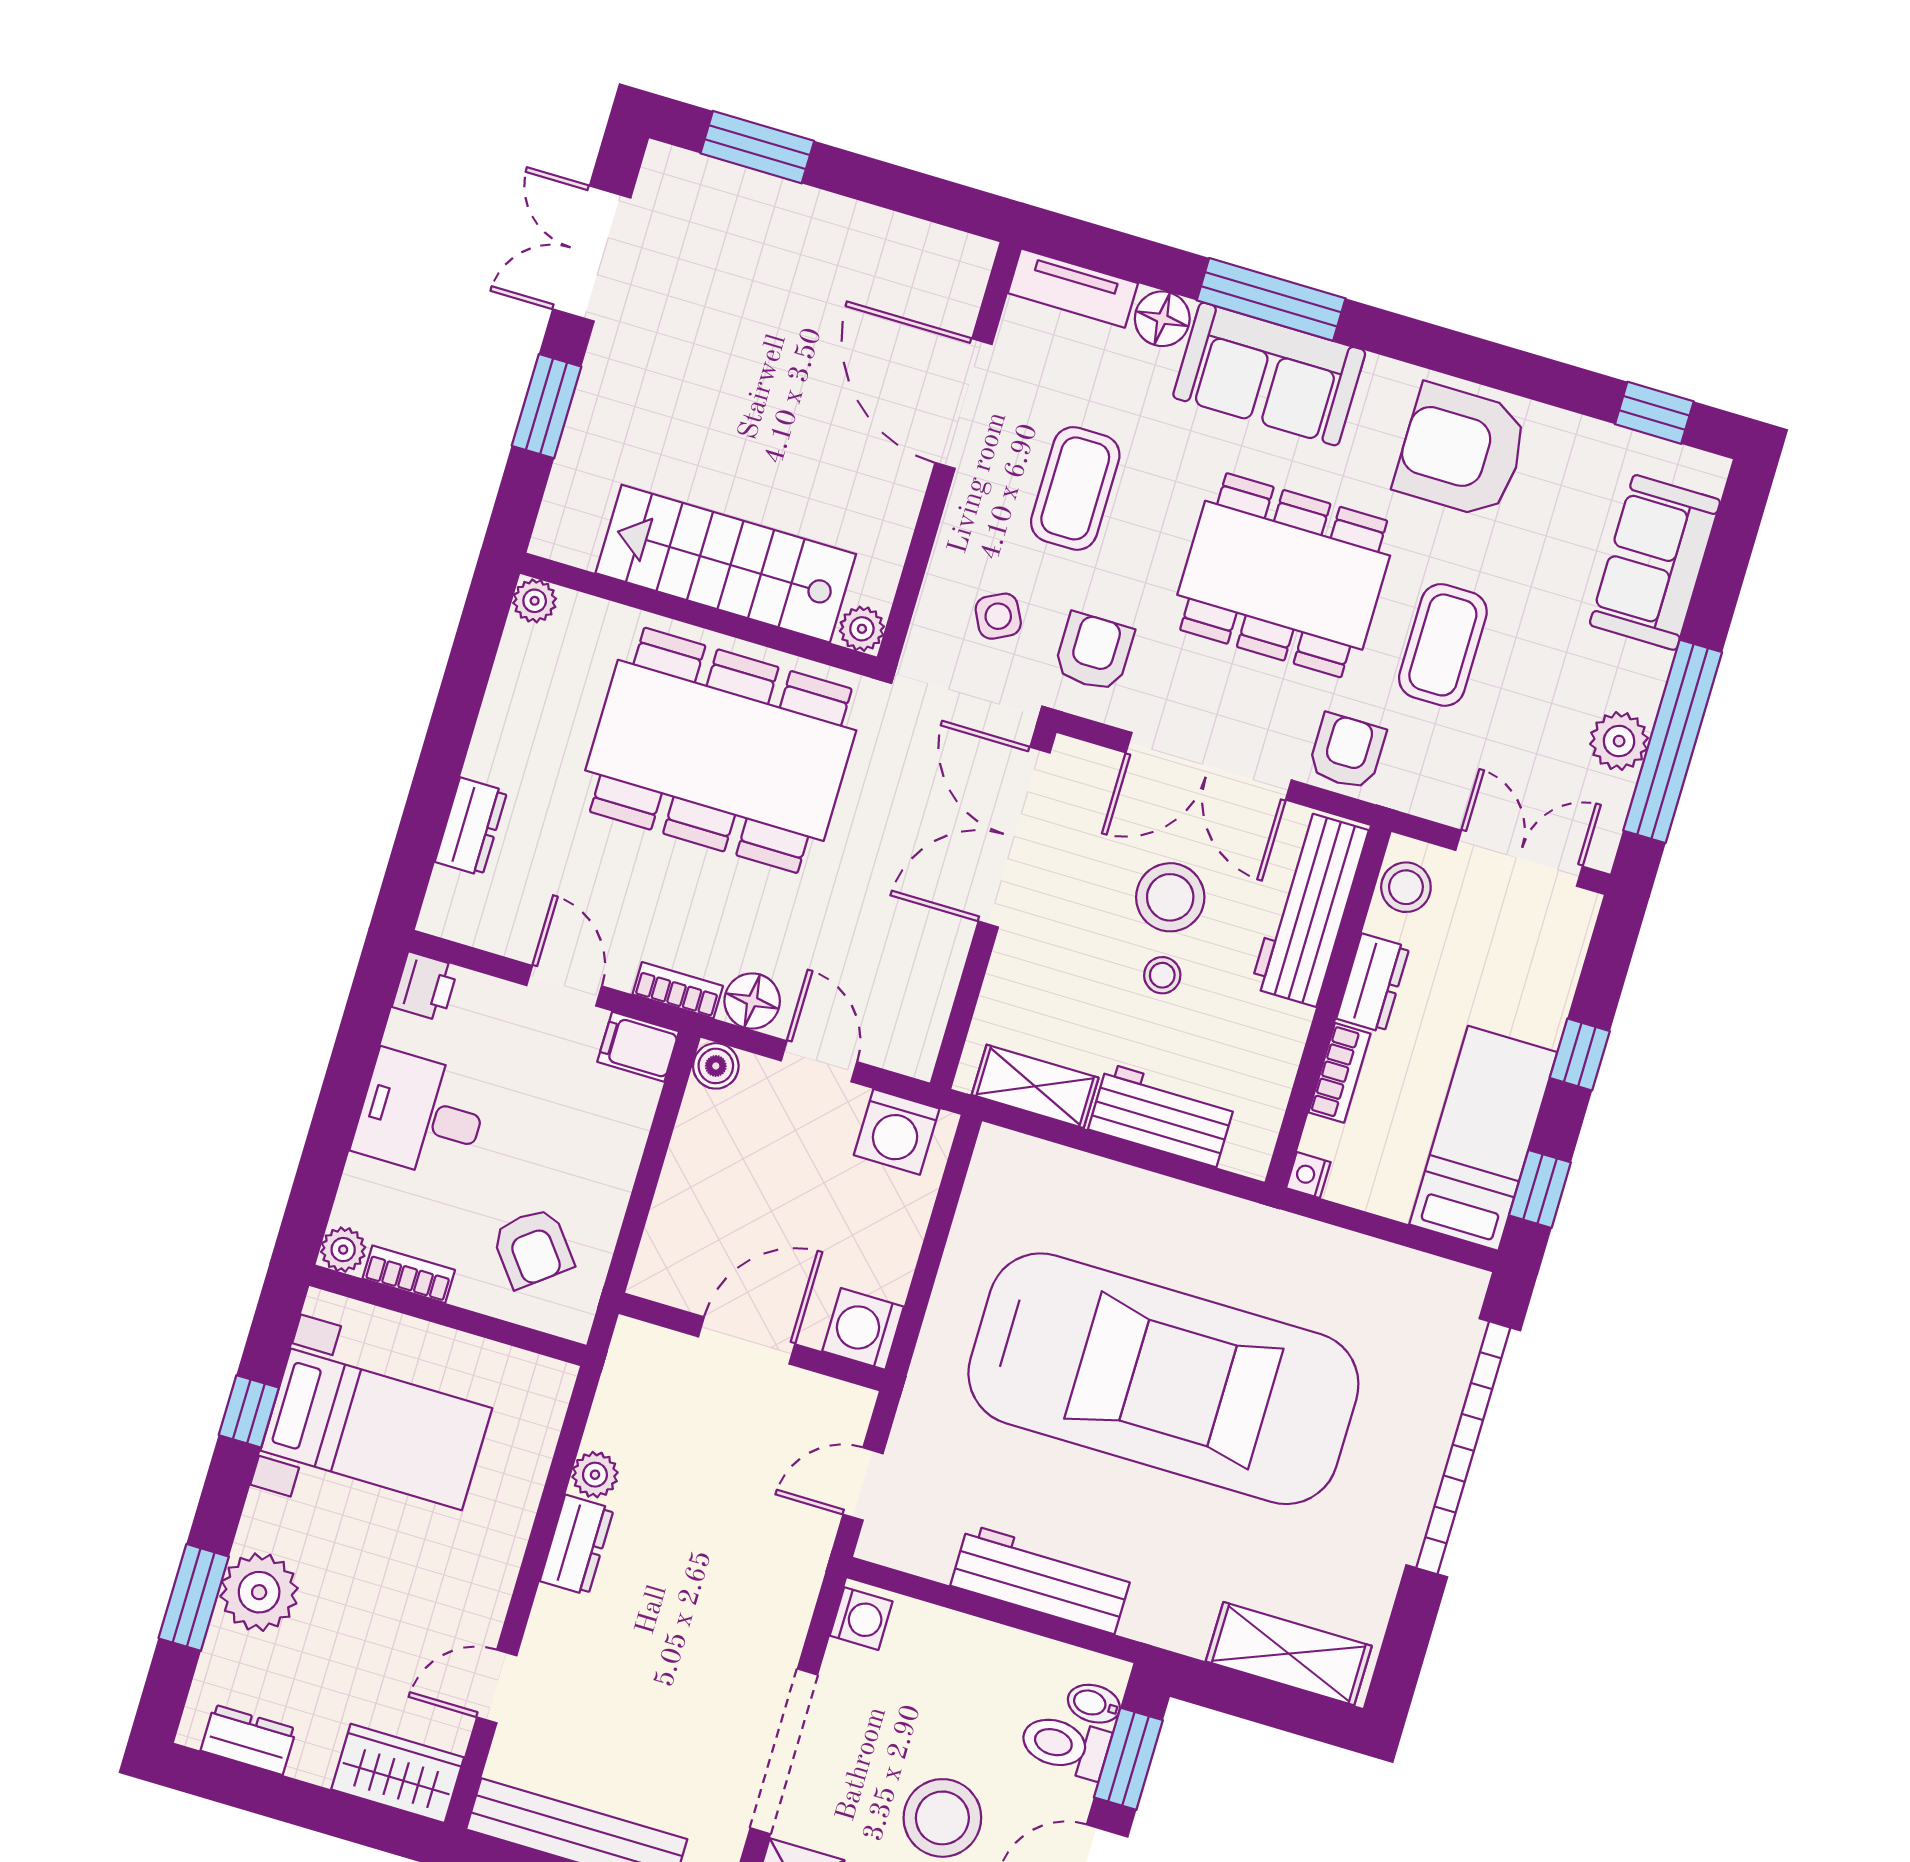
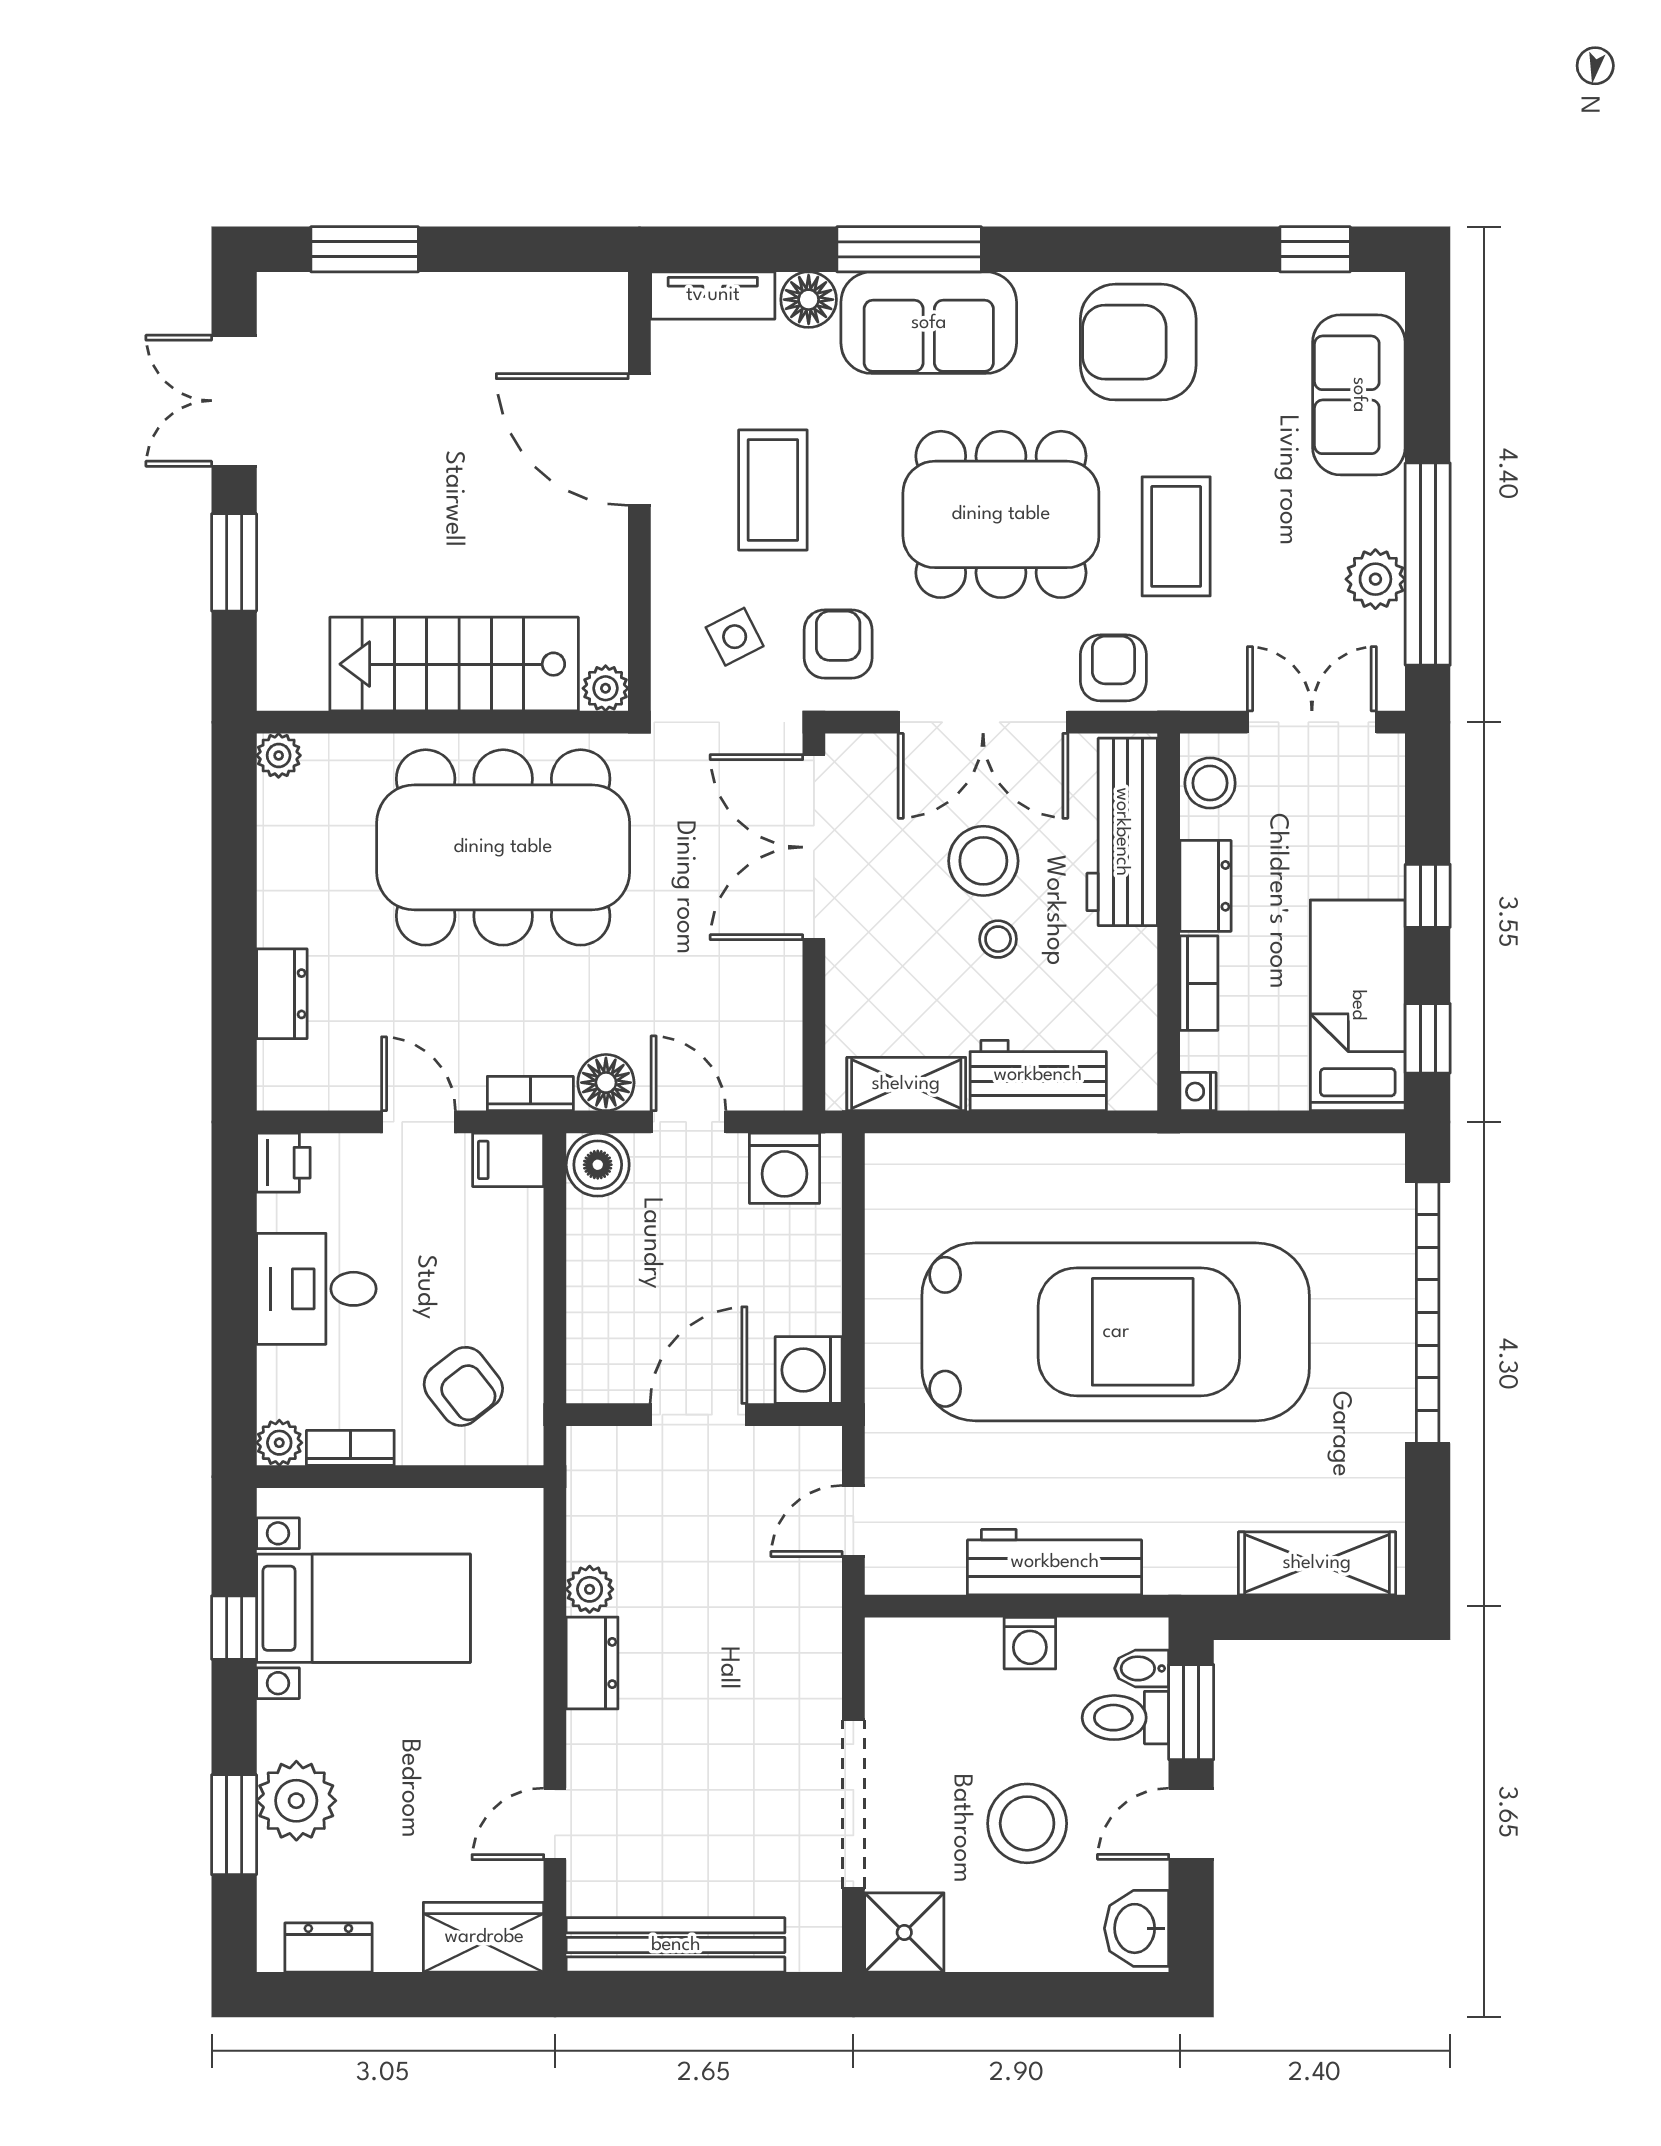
boiler: (716, 1066) -> (598, 1165), width x1.36, depth x1.36
washing machine: (861, 1619) -> (1030, 1643), moved, turned 90

